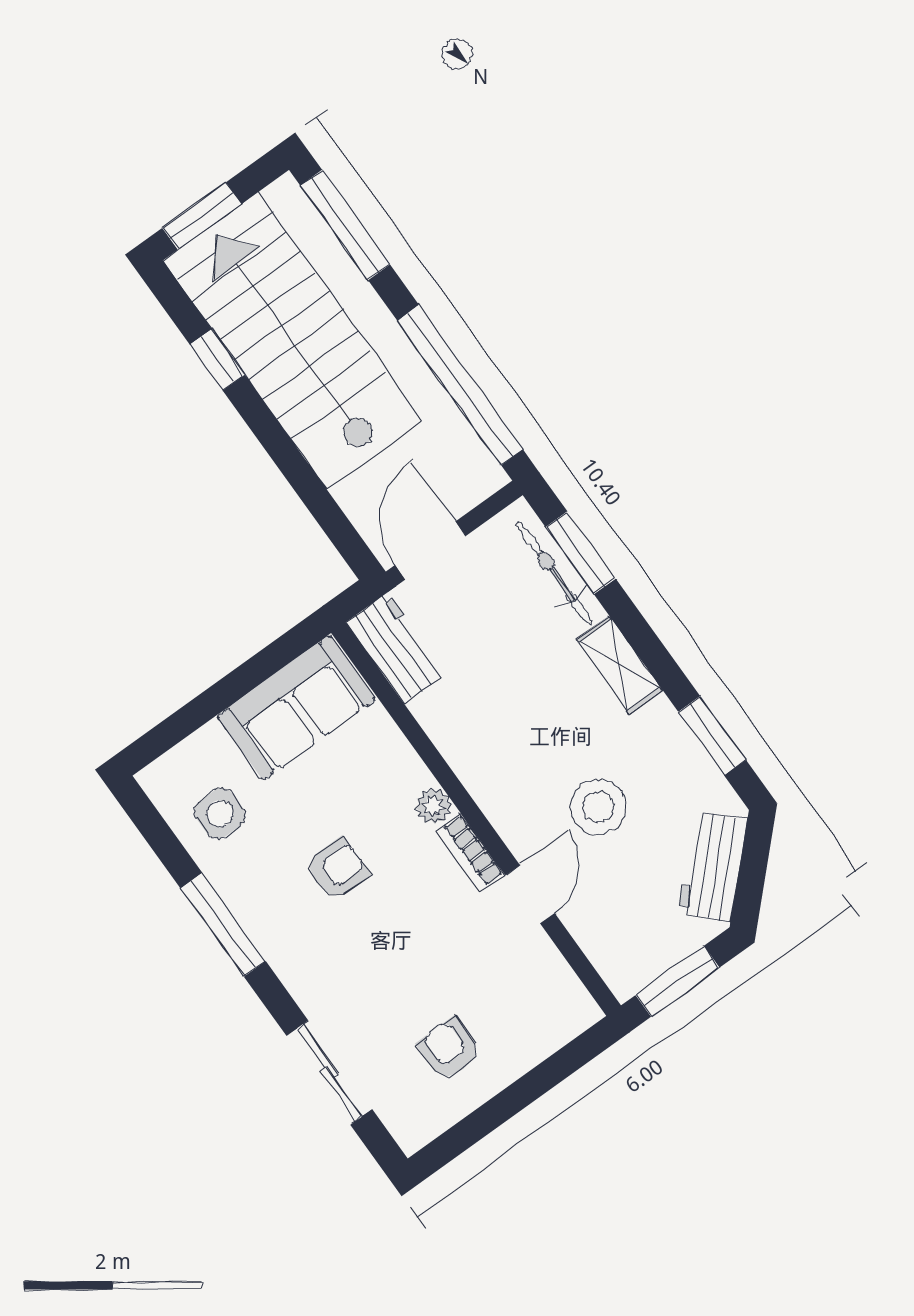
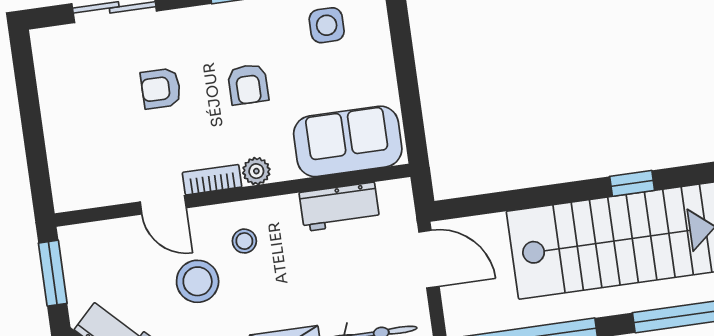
workbench: (396, 648) -> (339, 207), moved
sofa: (296, 707) -> (348, 141), moved, turned 90
stool: (522, 777) -> (244, 241), added
armchair: (449, 1049) -> (161, 88), moved, turned 180

